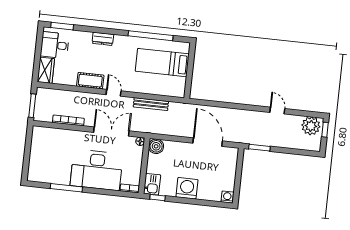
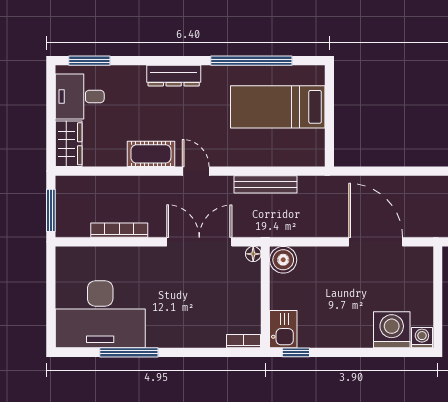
dresser: (103, 39) -> (174, 76), width x1.44
desk: (97, 170) -> (100, 314), moved
washing machine: (187, 188) -> (392, 330), moved

